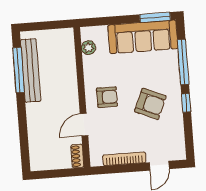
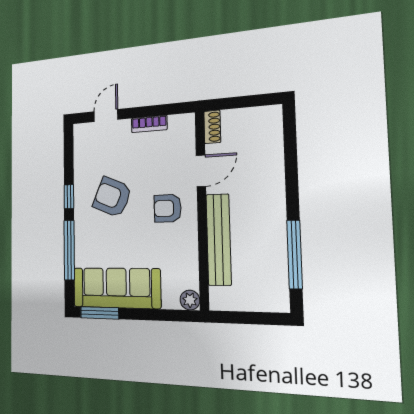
plant: (88, 48) -> (190, 300), moved
bench: (31, 70) -> (219, 240), moved
bookcase: (124, 159) -> (149, 124), width x0.64

